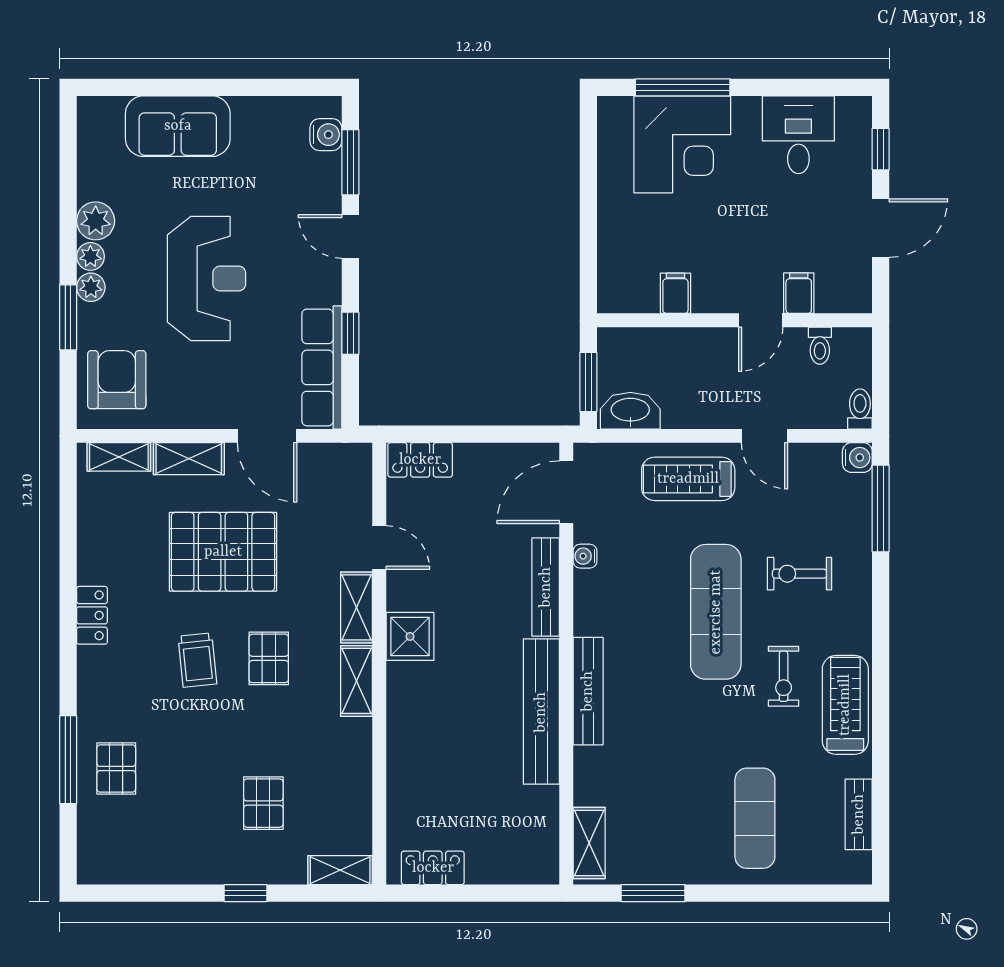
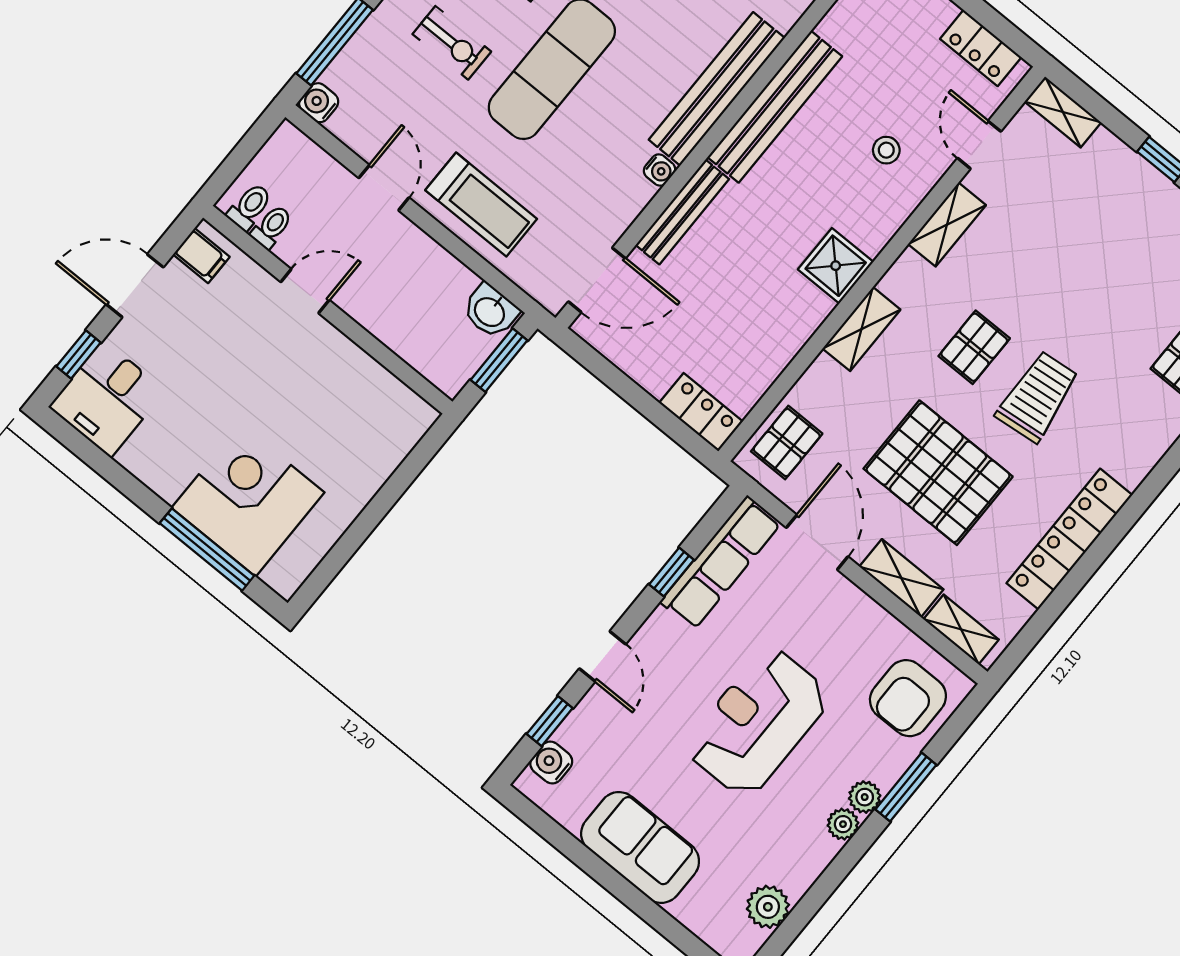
sofa: (178, 126) -> (640, 847), moved
desk: (798, 135) -> (107, 399), moved
window: (350, 162) -> (550, 721), width x0.67
plant: (96, 221) -> (768, 907), moved
filing cabinet: (675, 293) -> (360, 375), removed
filing cabinet: (799, 293) -> (201, 256), moved, turned -90
toilet: (860, 409) -> (250, 207), moved, turned 180
washbasin: (630, 411) -> (490, 311), width x0.72
door: (379, 548) -> (979, 145), moved
water cooler: (585, 556) -> (660, 170), moved
locker: (92, 615) -> (1069, 539), width x2.16, depth x1.21
trolley: (197, 660) -> (1037, 397), width x1.36, depth x1.39
shelving: (356, 681) -> (947, 225), moved
bench: (588, 691) -> (717, 89), width x1.37, depth x1.21
stool: (440, 744) -> (886, 150), added
pallet: (263, 803) -> (787, 443), moved

